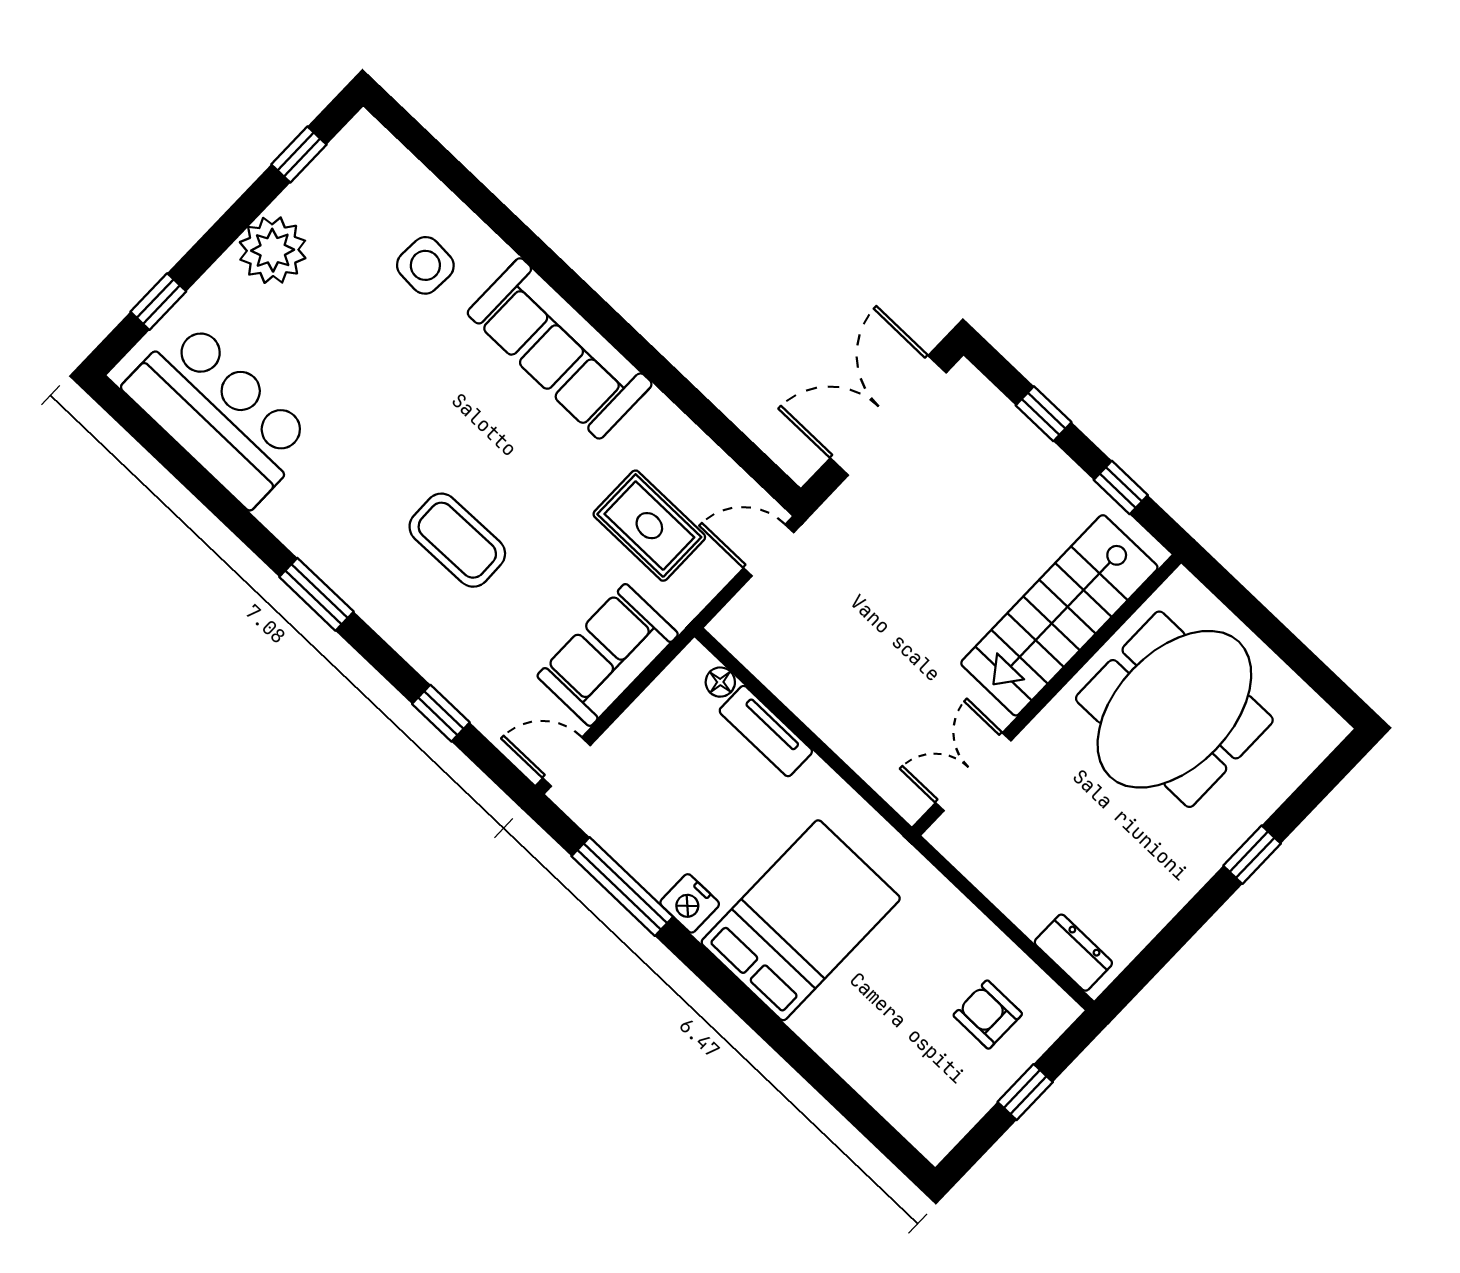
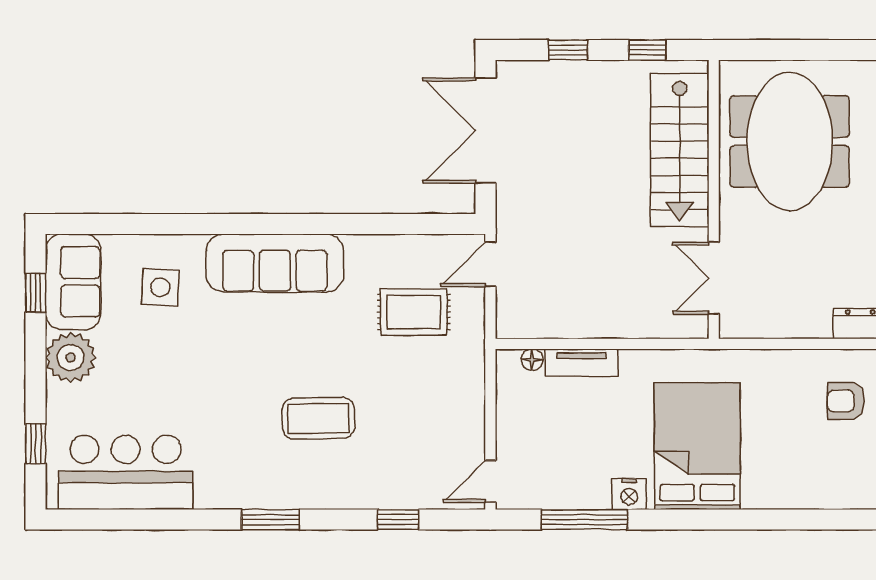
sofa: (608, 655) -> (73, 282), moved, turned 180

